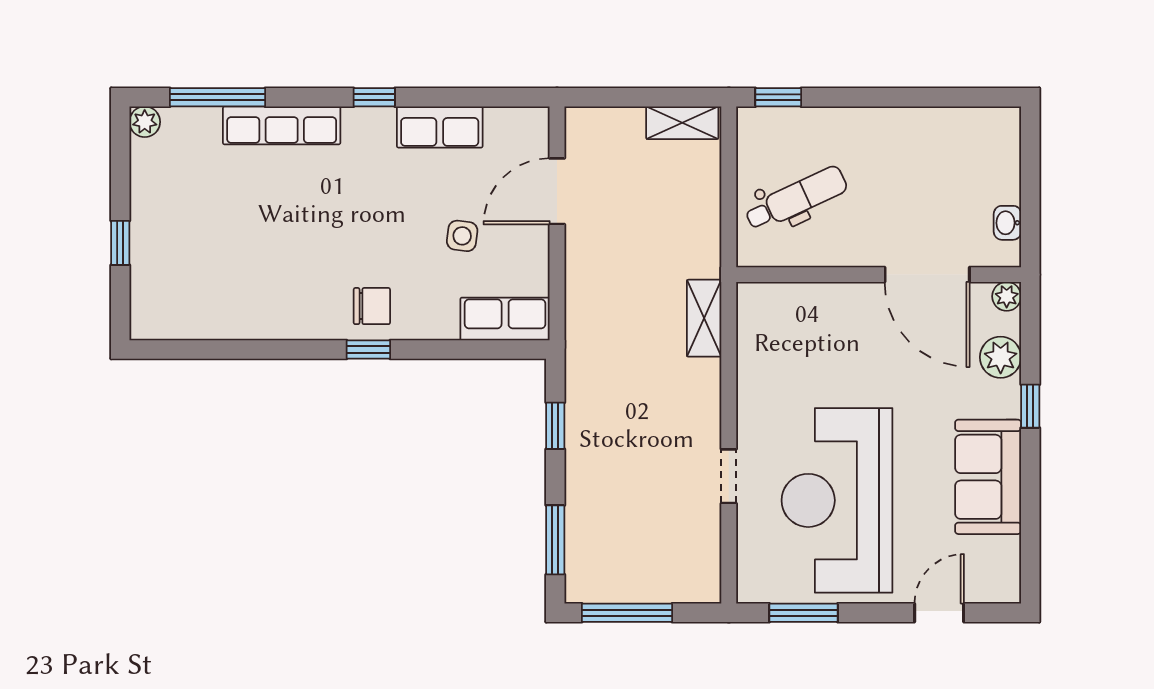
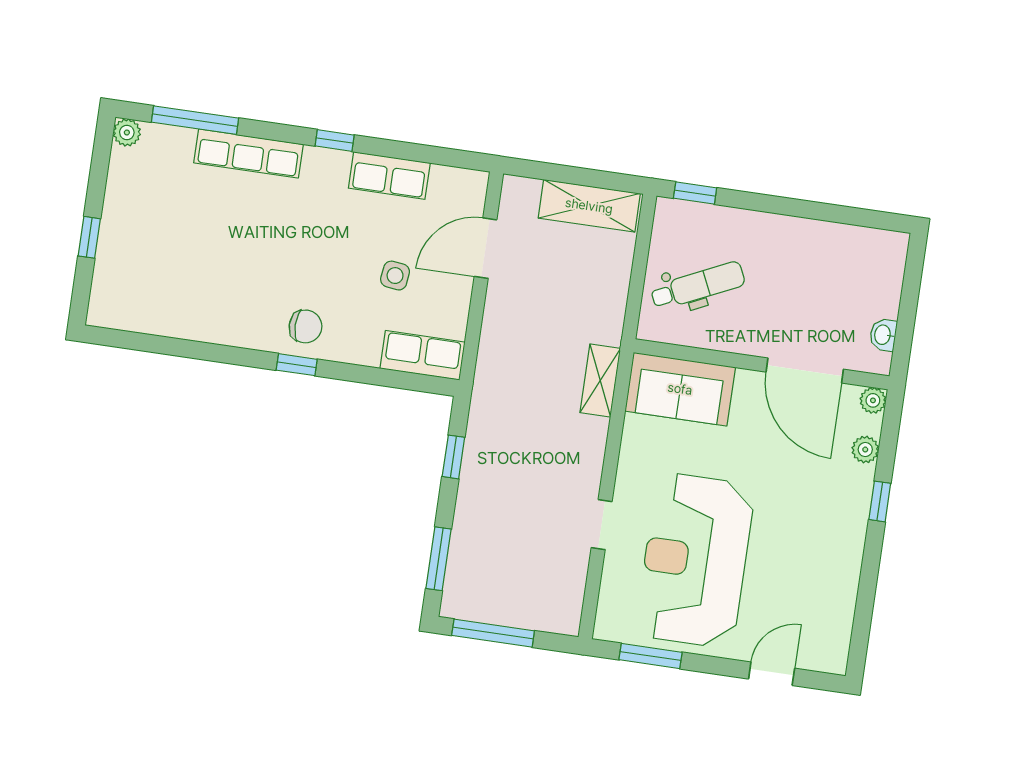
shelving: (682, 123) -> (589, 206), width x1.50, depth x1.33
plant: (1001, 357) -> (865, 450), width x0.73, depth x0.73
sofa: (988, 477) -> (680, 389), moved, turned -90

